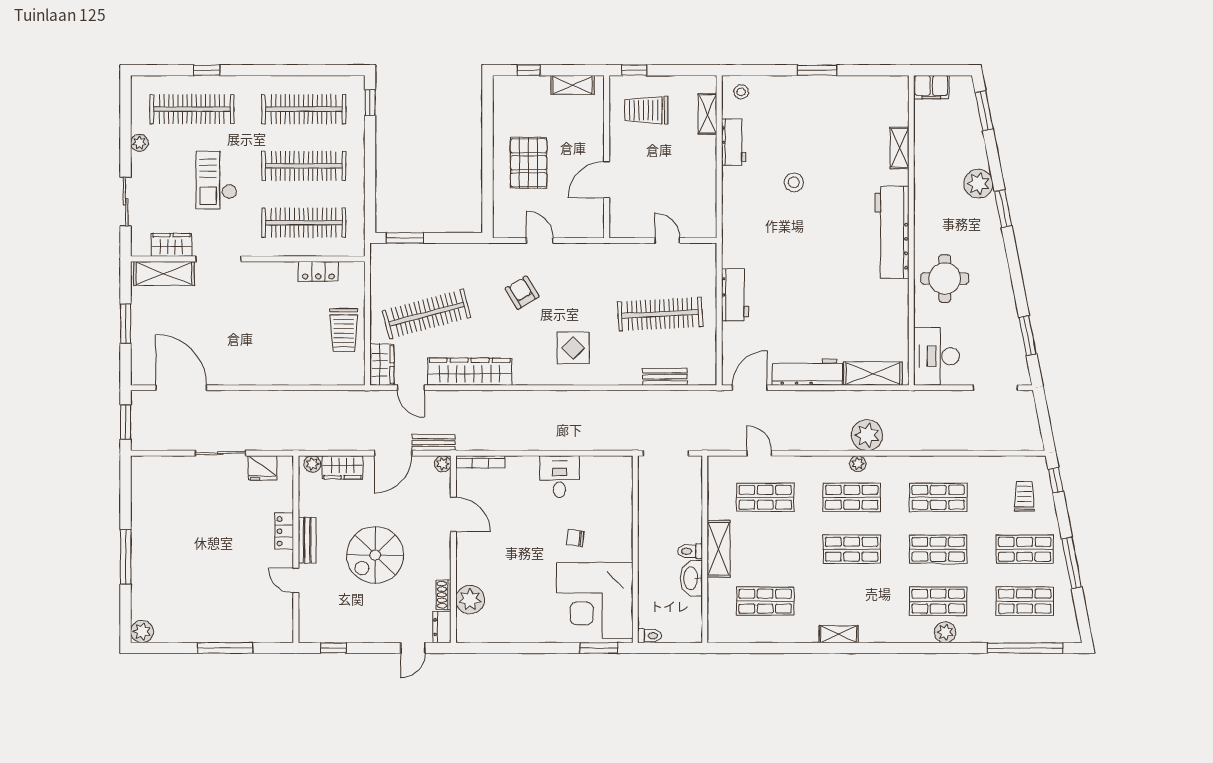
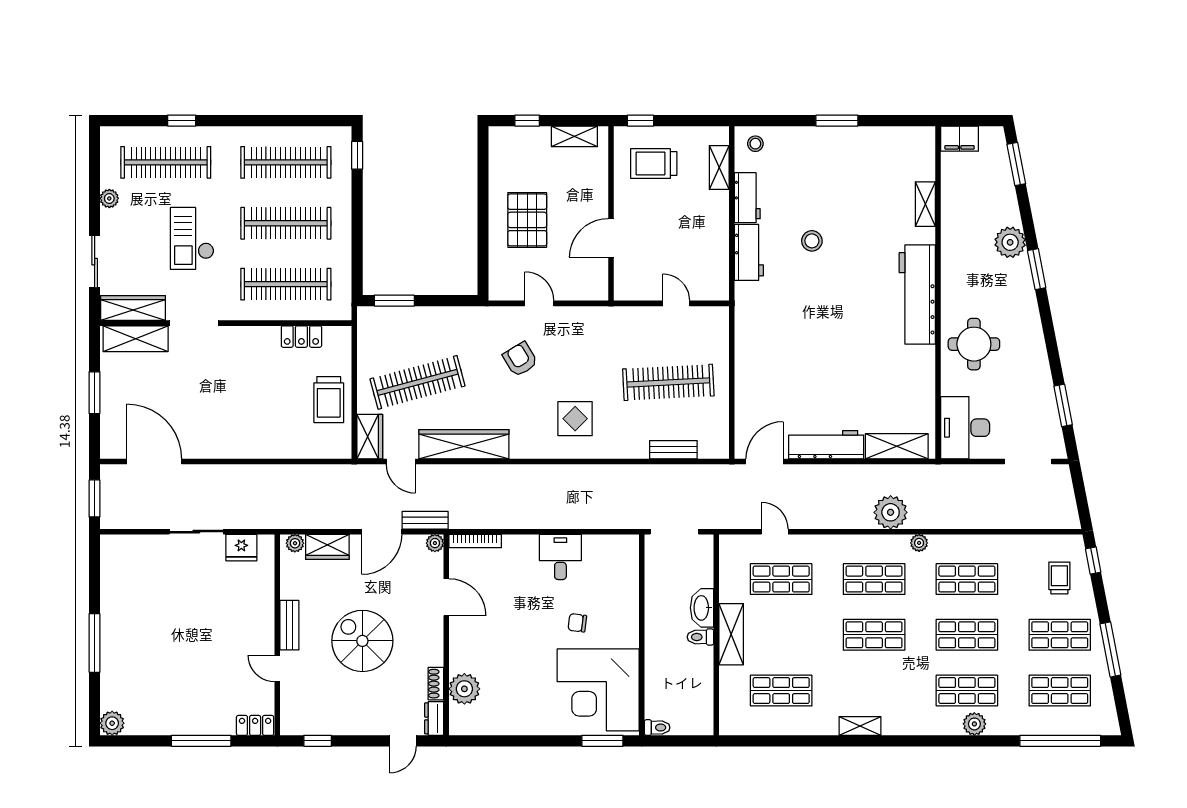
wardrobe: (171, 245) -> (133, 308), width x1.50
workbench: (735, 295) -> (749, 252), moved
plant: (858, 464) -> (919, 543), moved
locker: (284, 531) -> (255, 725), moved, turned 90
spiral stairs: (375, 555) -> (362, 641), turned 90
washbasin: (691, 578) -> (702, 608), moved

